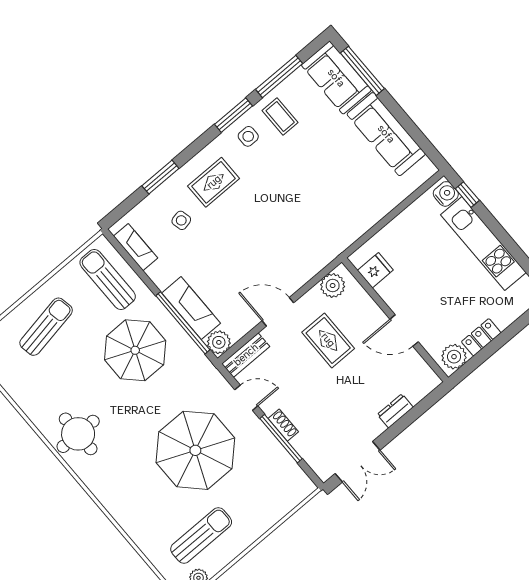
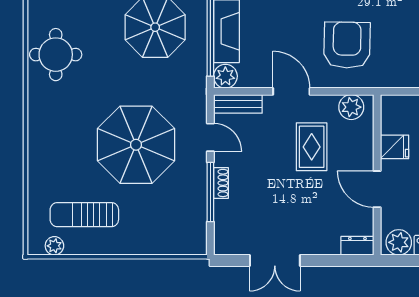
armchair: (290, 242) -> (347, 45), added
fridge: (375, 270) -> (395, 147), moved
dresser: (395, 411) -> (357, 246), moved
double door: (357, 462) -> (275, 260), moved
sun lounger: (201, 535) -> (84, 215), turned 180

